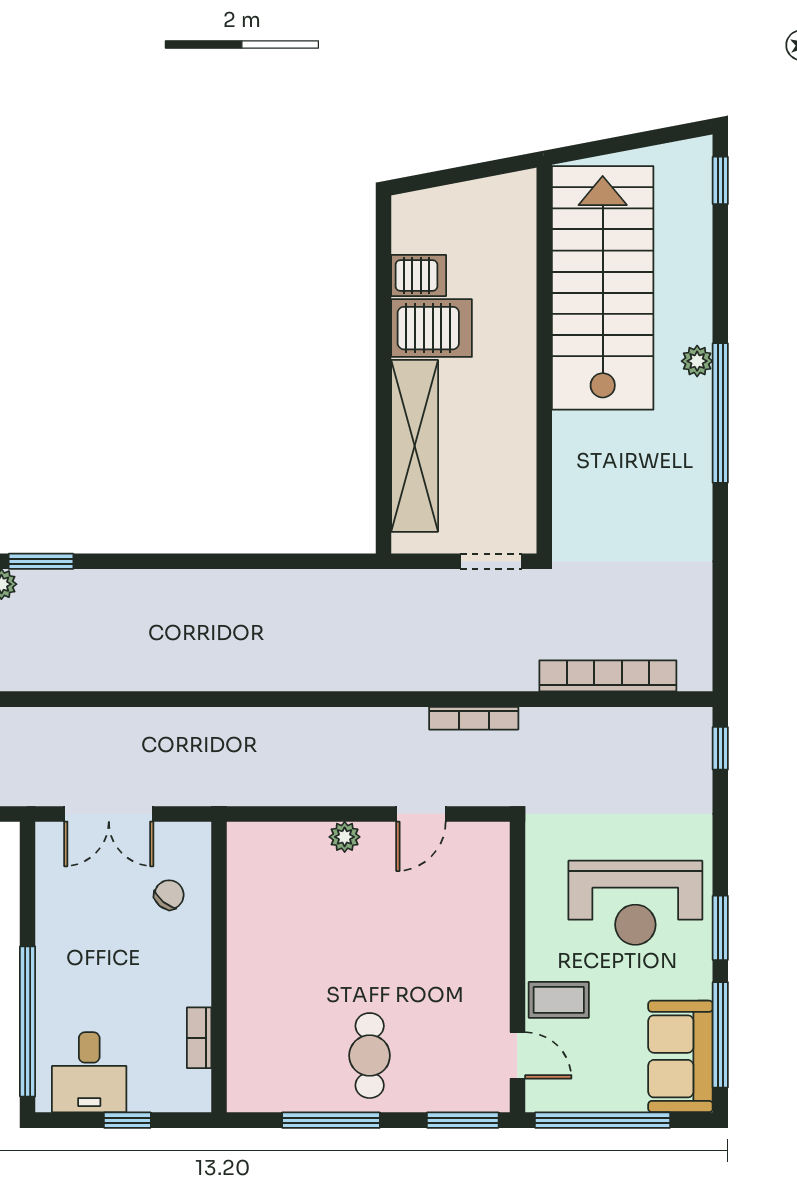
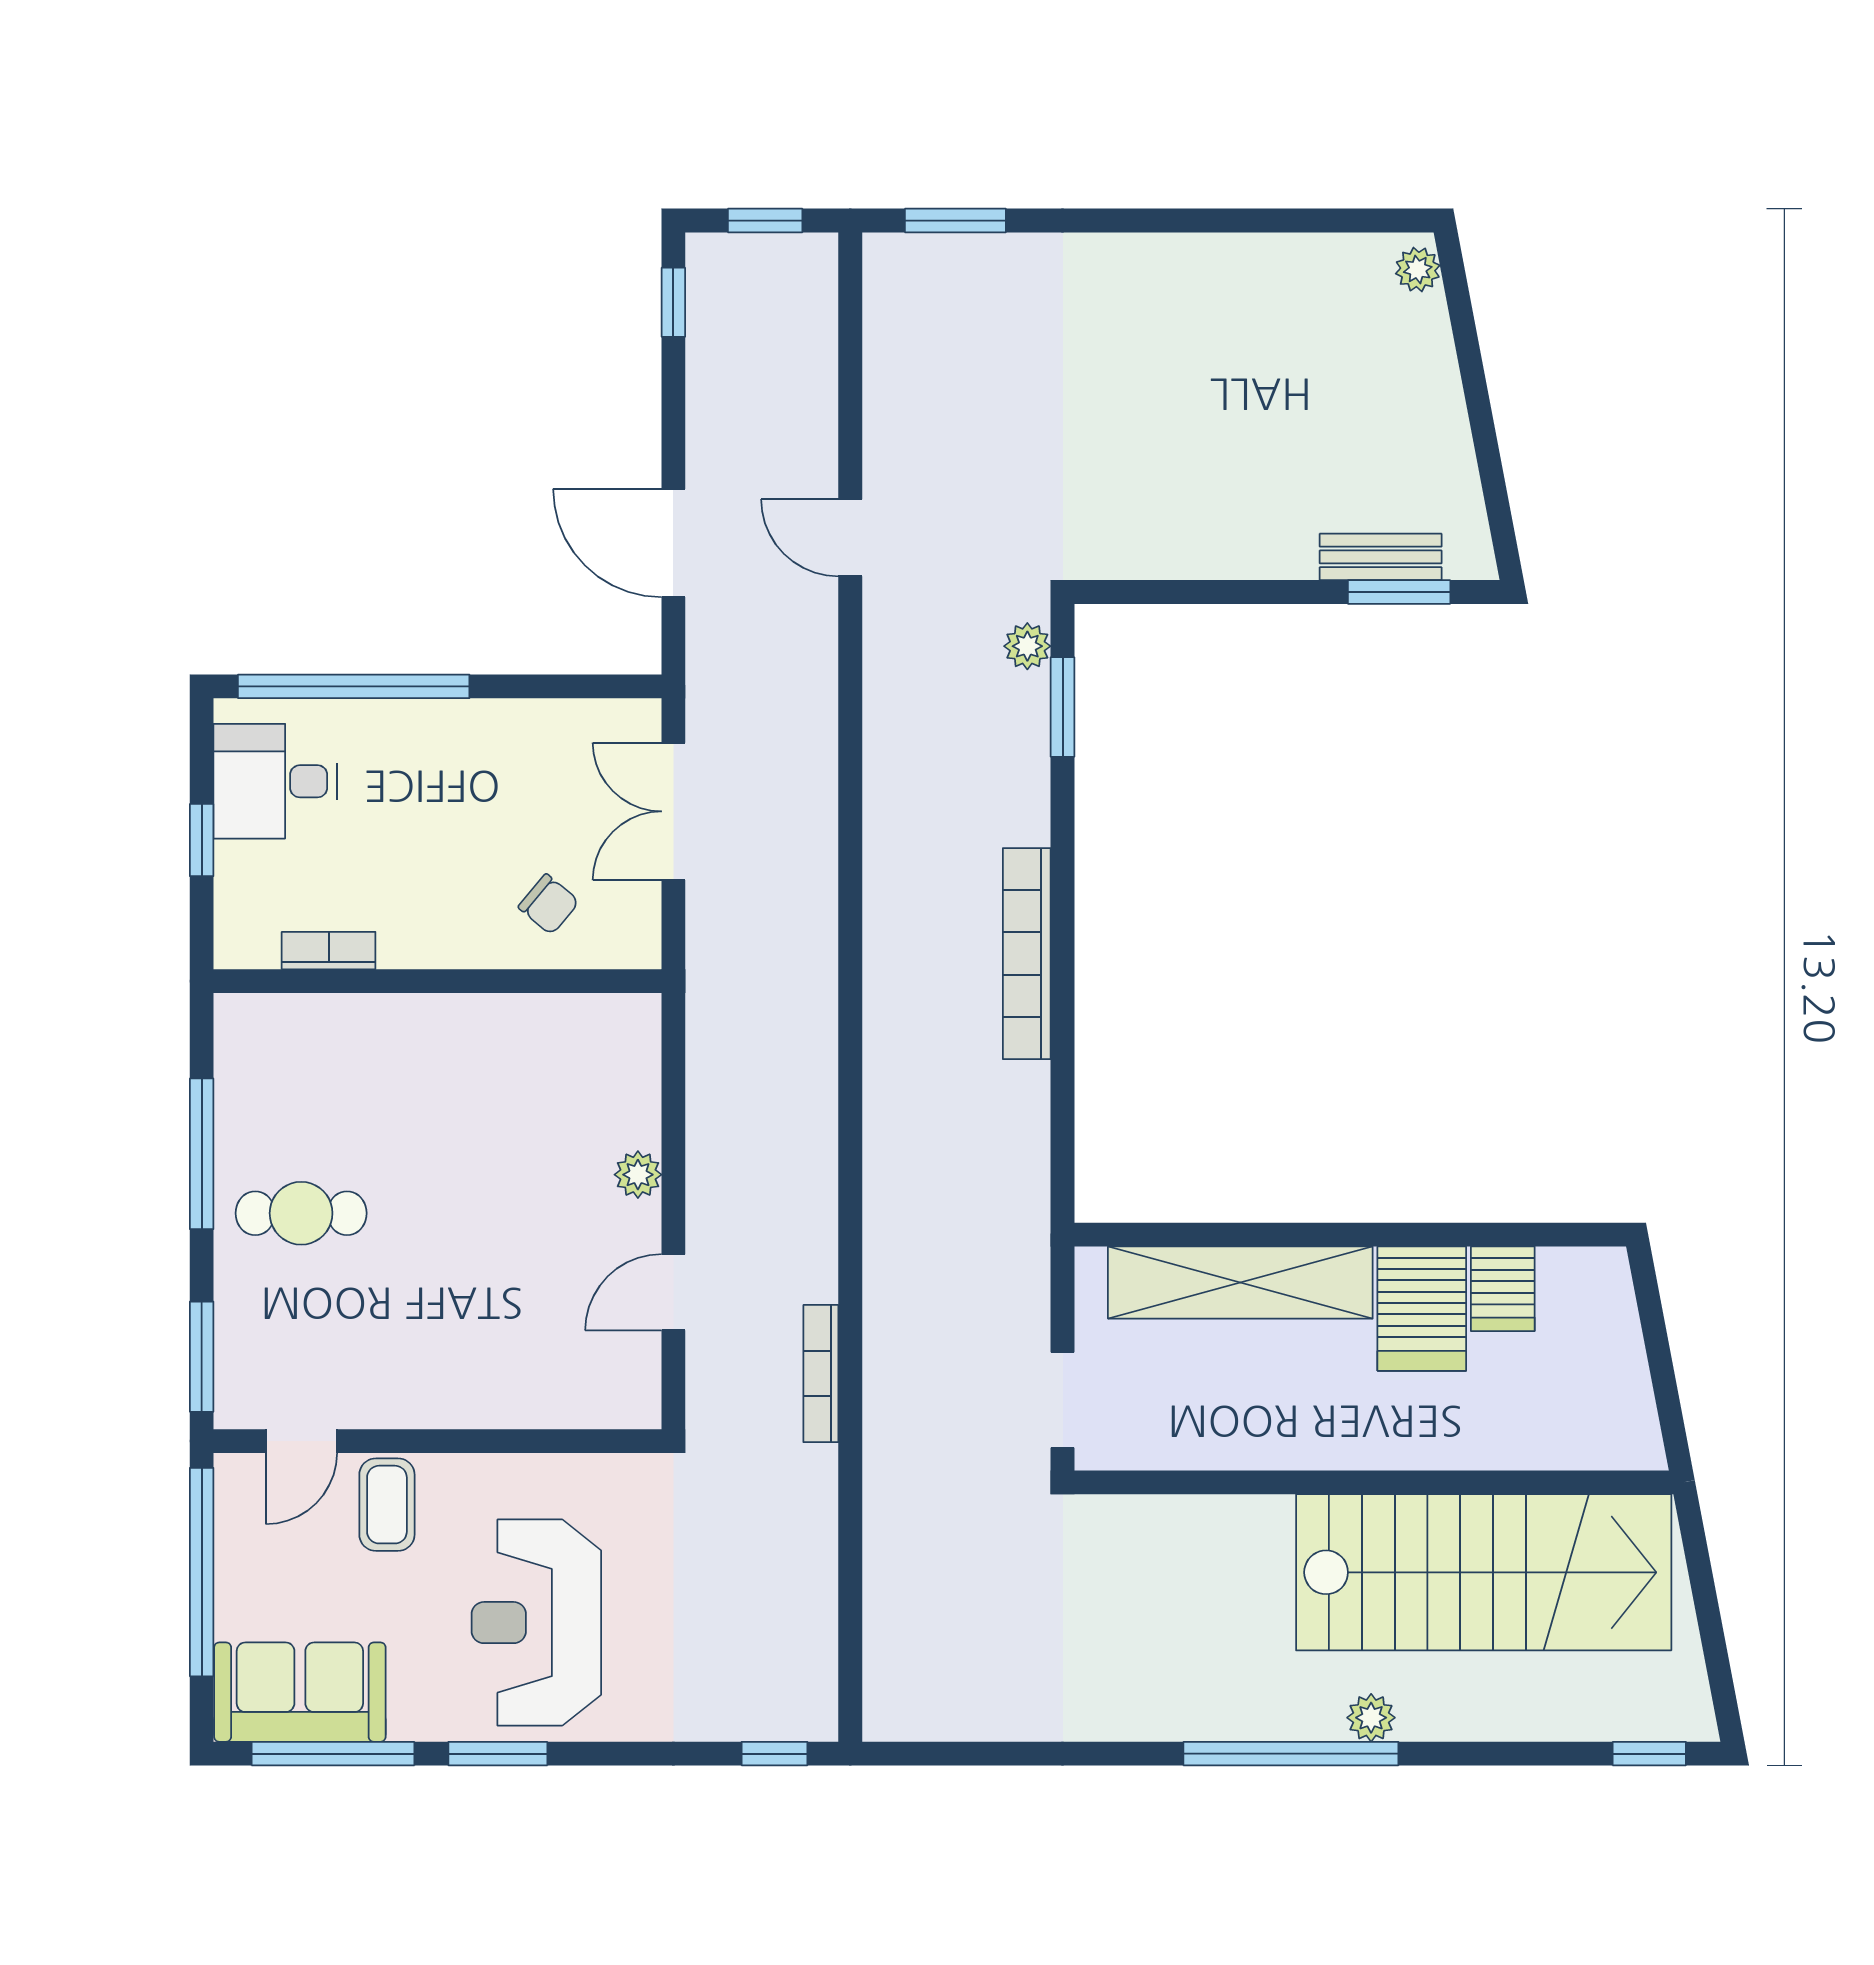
bookcase: (608, 676) -> (1027, 954), moved, turned 180
door: (421, 814) -> (673, 1292), hinge flipped

